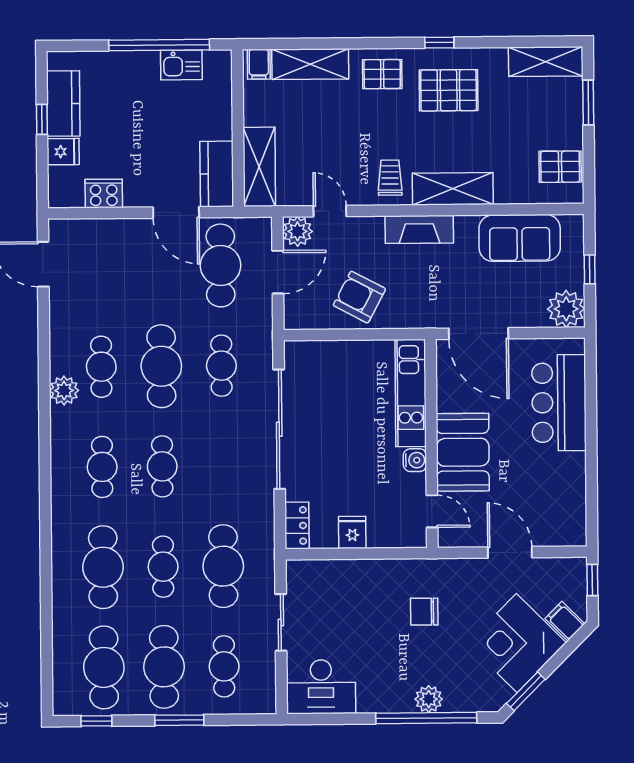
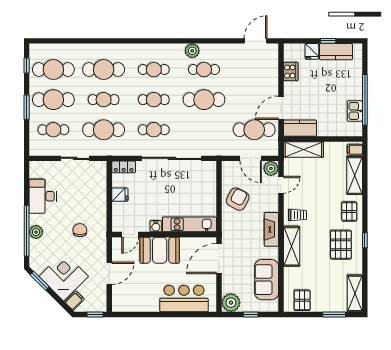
cafe table: (221, 366) -> (154, 130), moved
desk: (321, 687) -> (43, 196), moved

